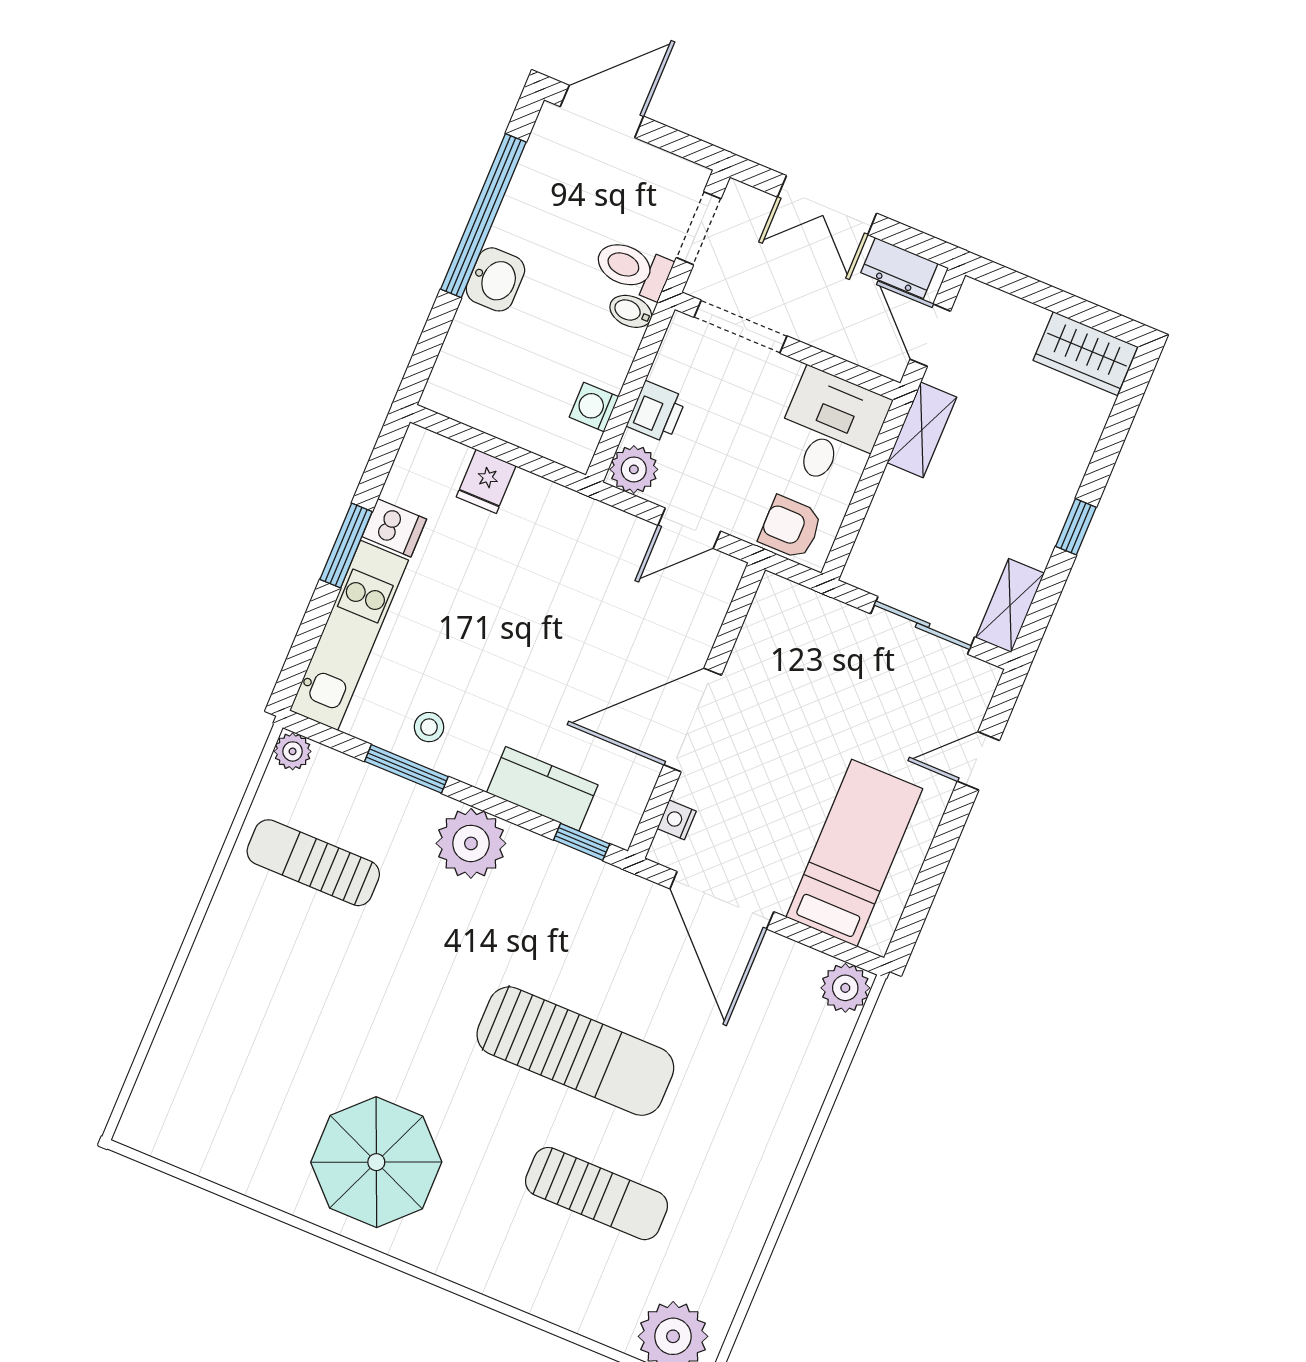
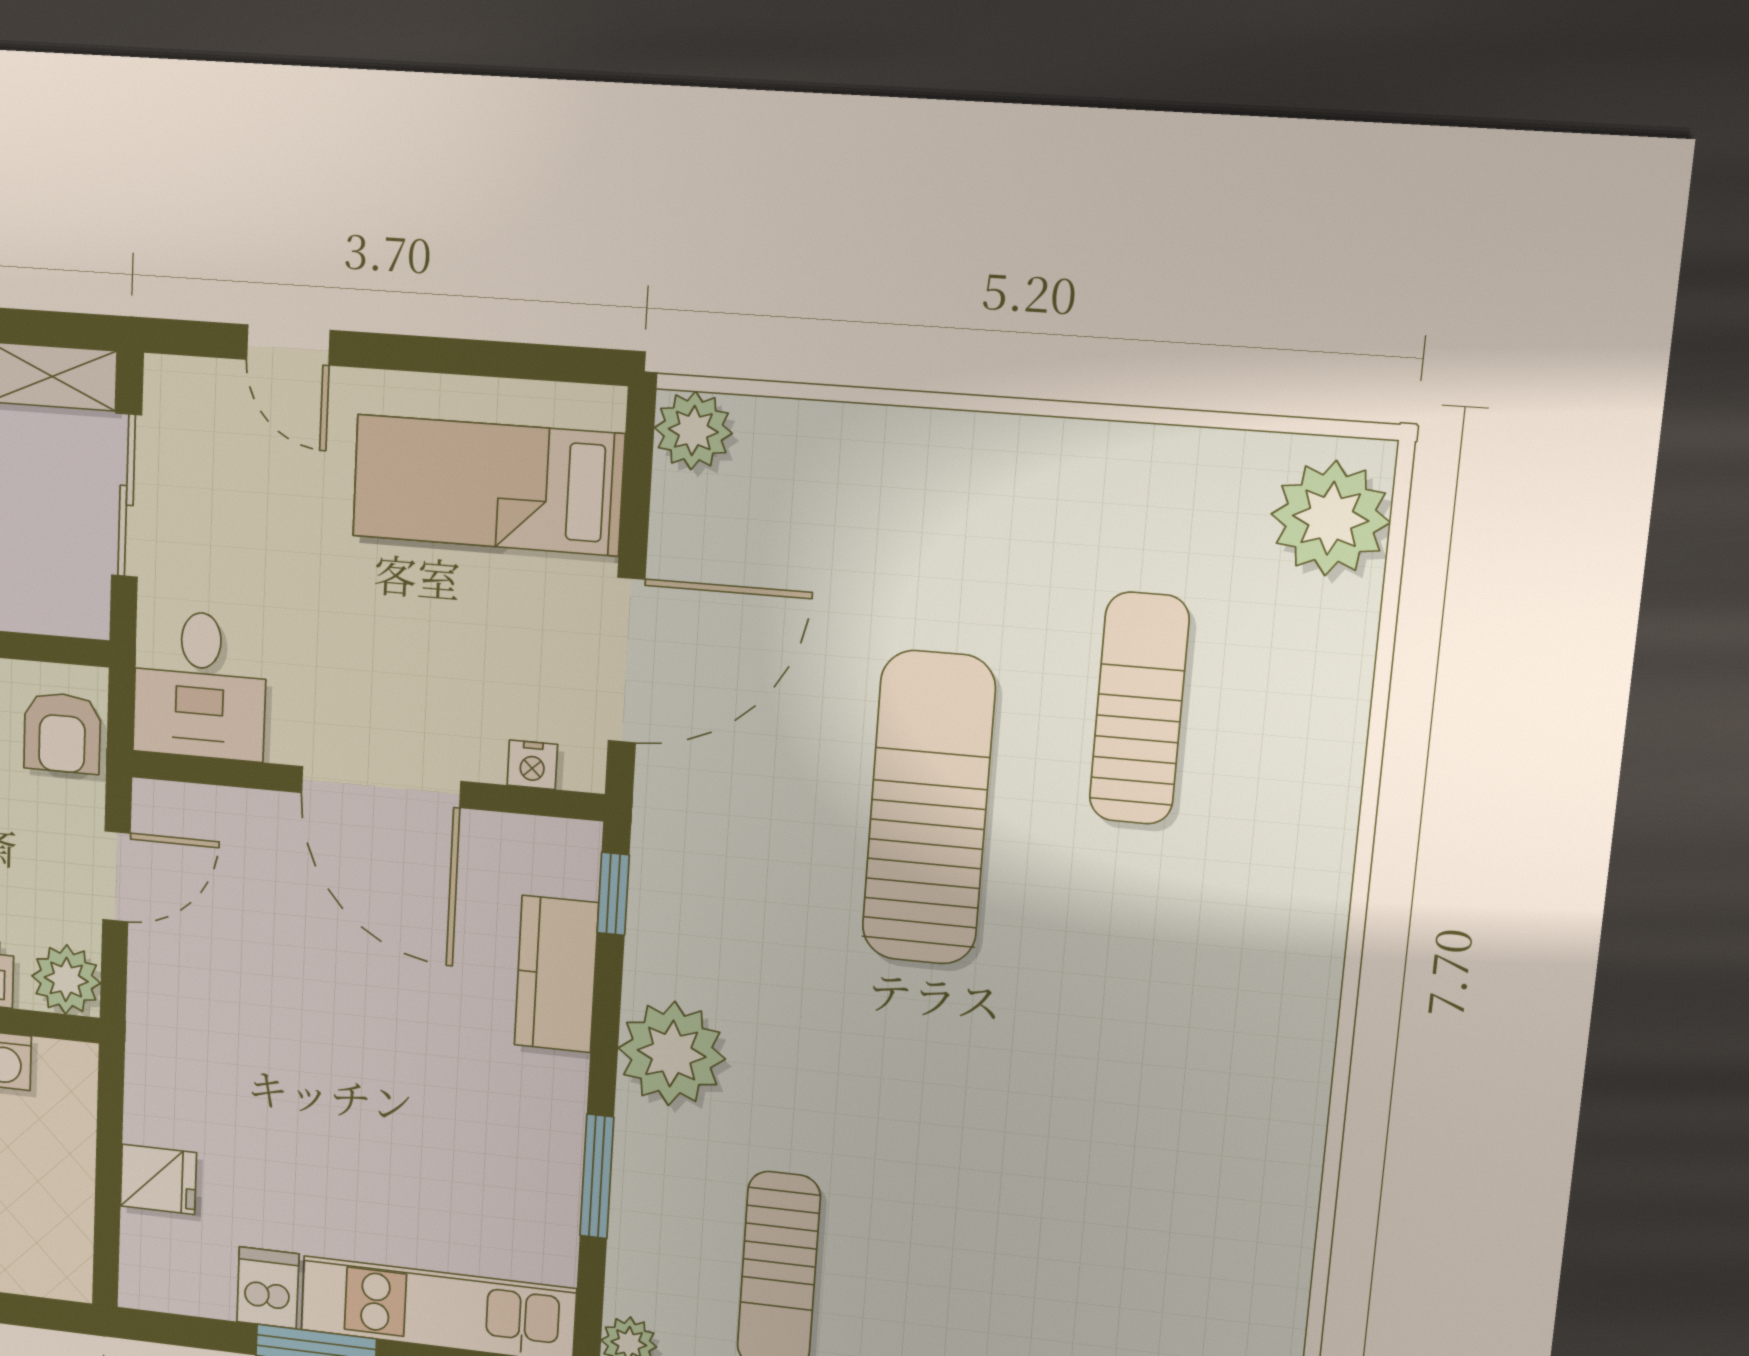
door: (689, 528) -> (116, 877), hinge flipped
desk: (792, 628) -> (200, 685), added
stool: (429, 727) -> (526, 1161), removed
parasol: (376, 1162) -> (1200, 1055), removed

